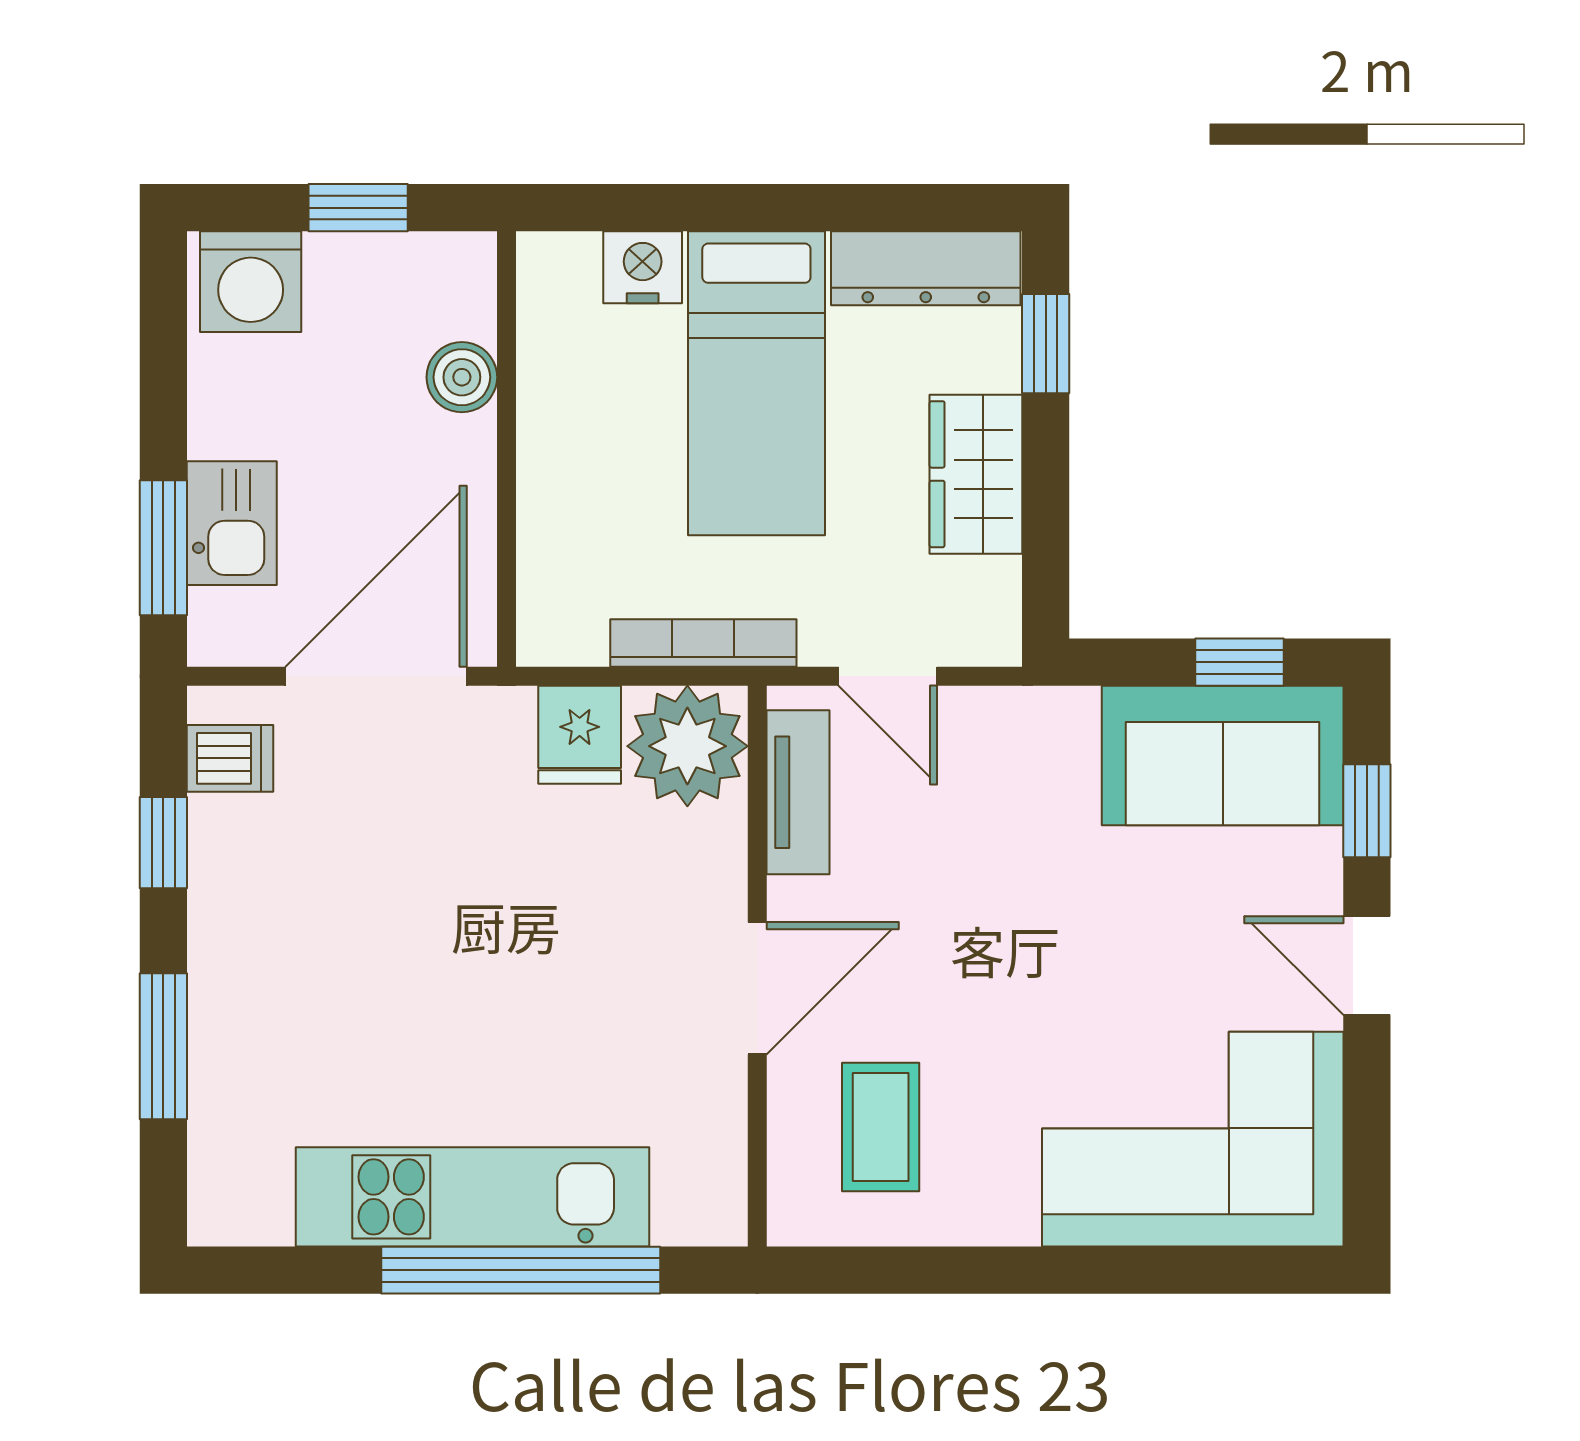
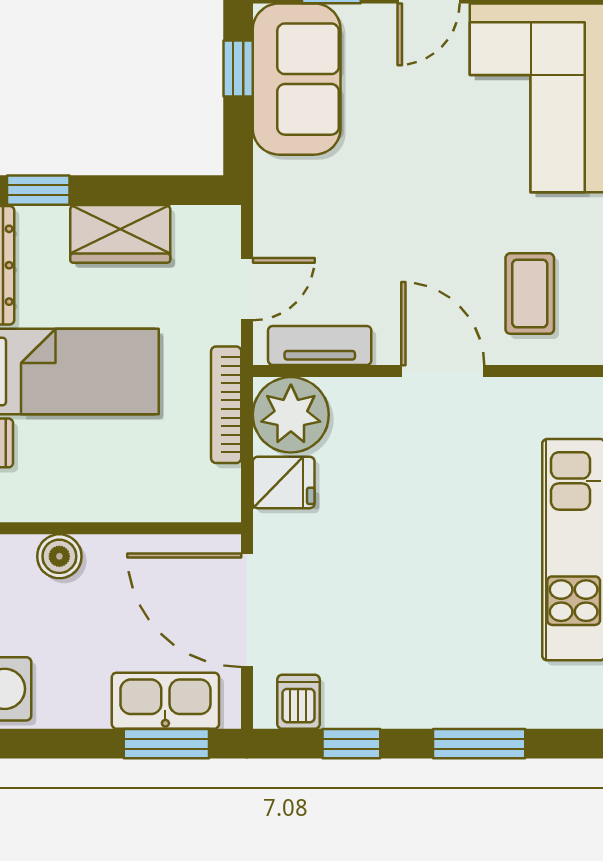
kitchen sink: (232, 523) -> (165, 701), width x1.38
coffee table: (881, 1127) -> (530, 294), turned 90

